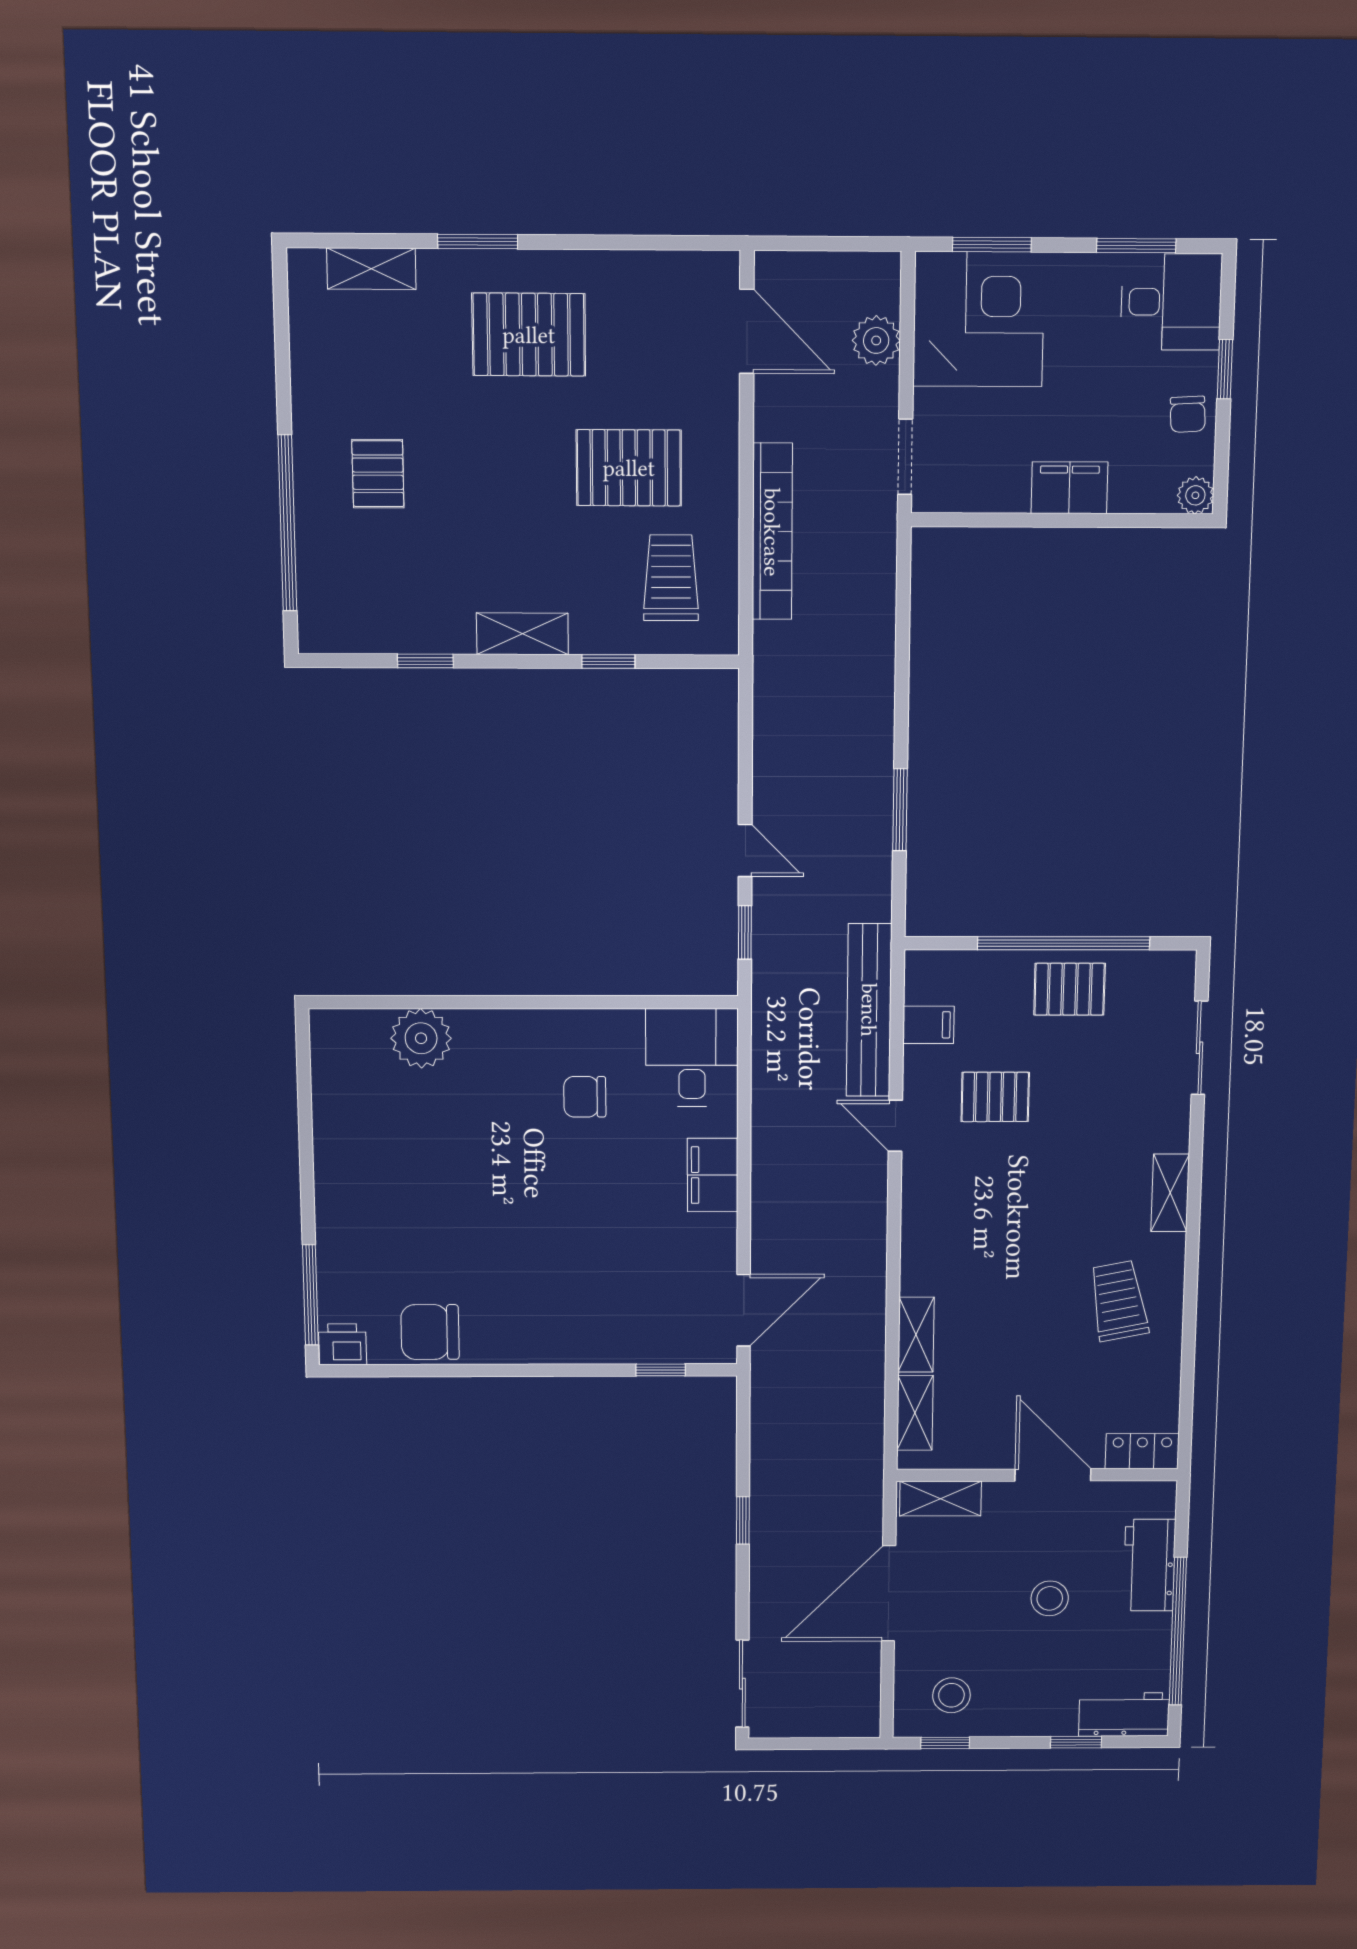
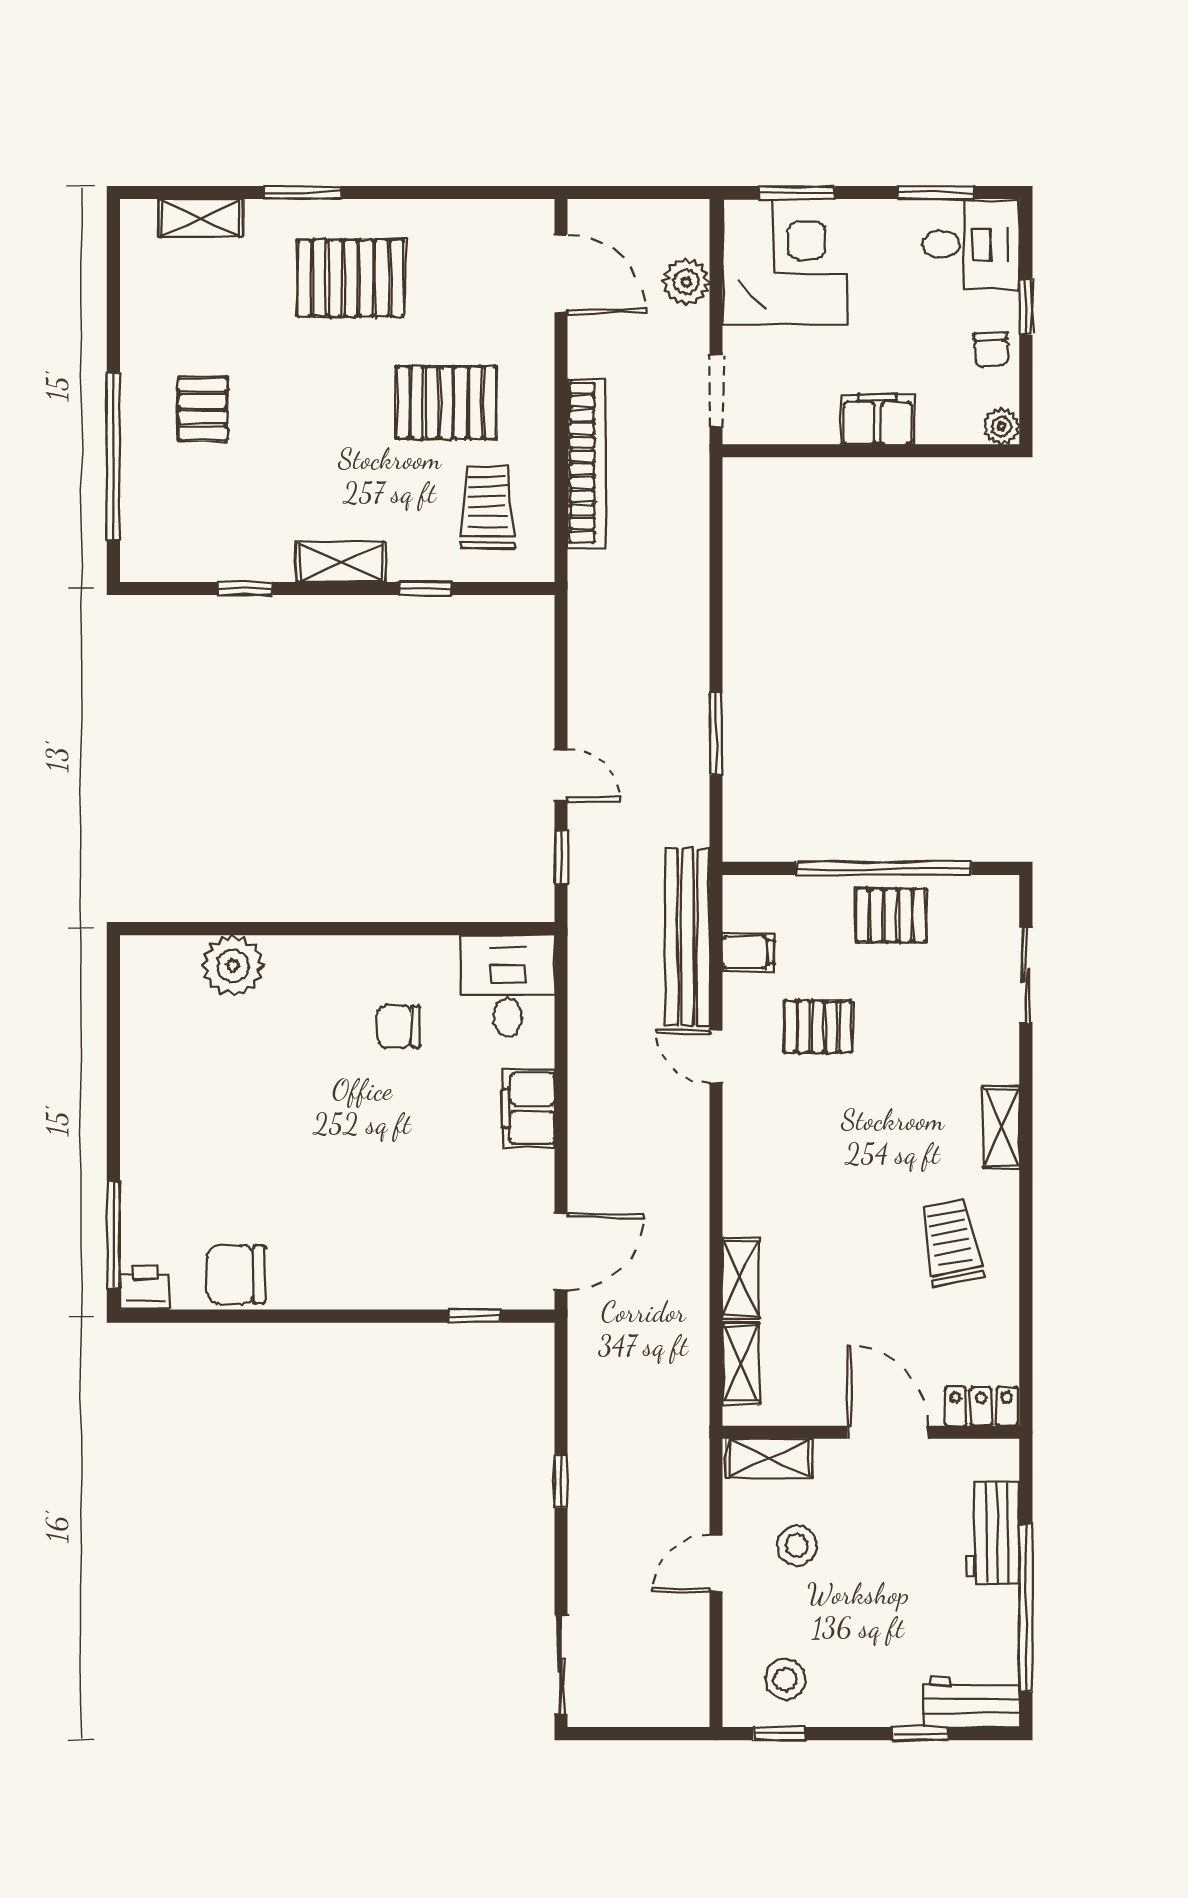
door: (889, 1593) -> (716, 1563), width x0.53
stool: (1050, 1598) -> (797, 1545), moved

